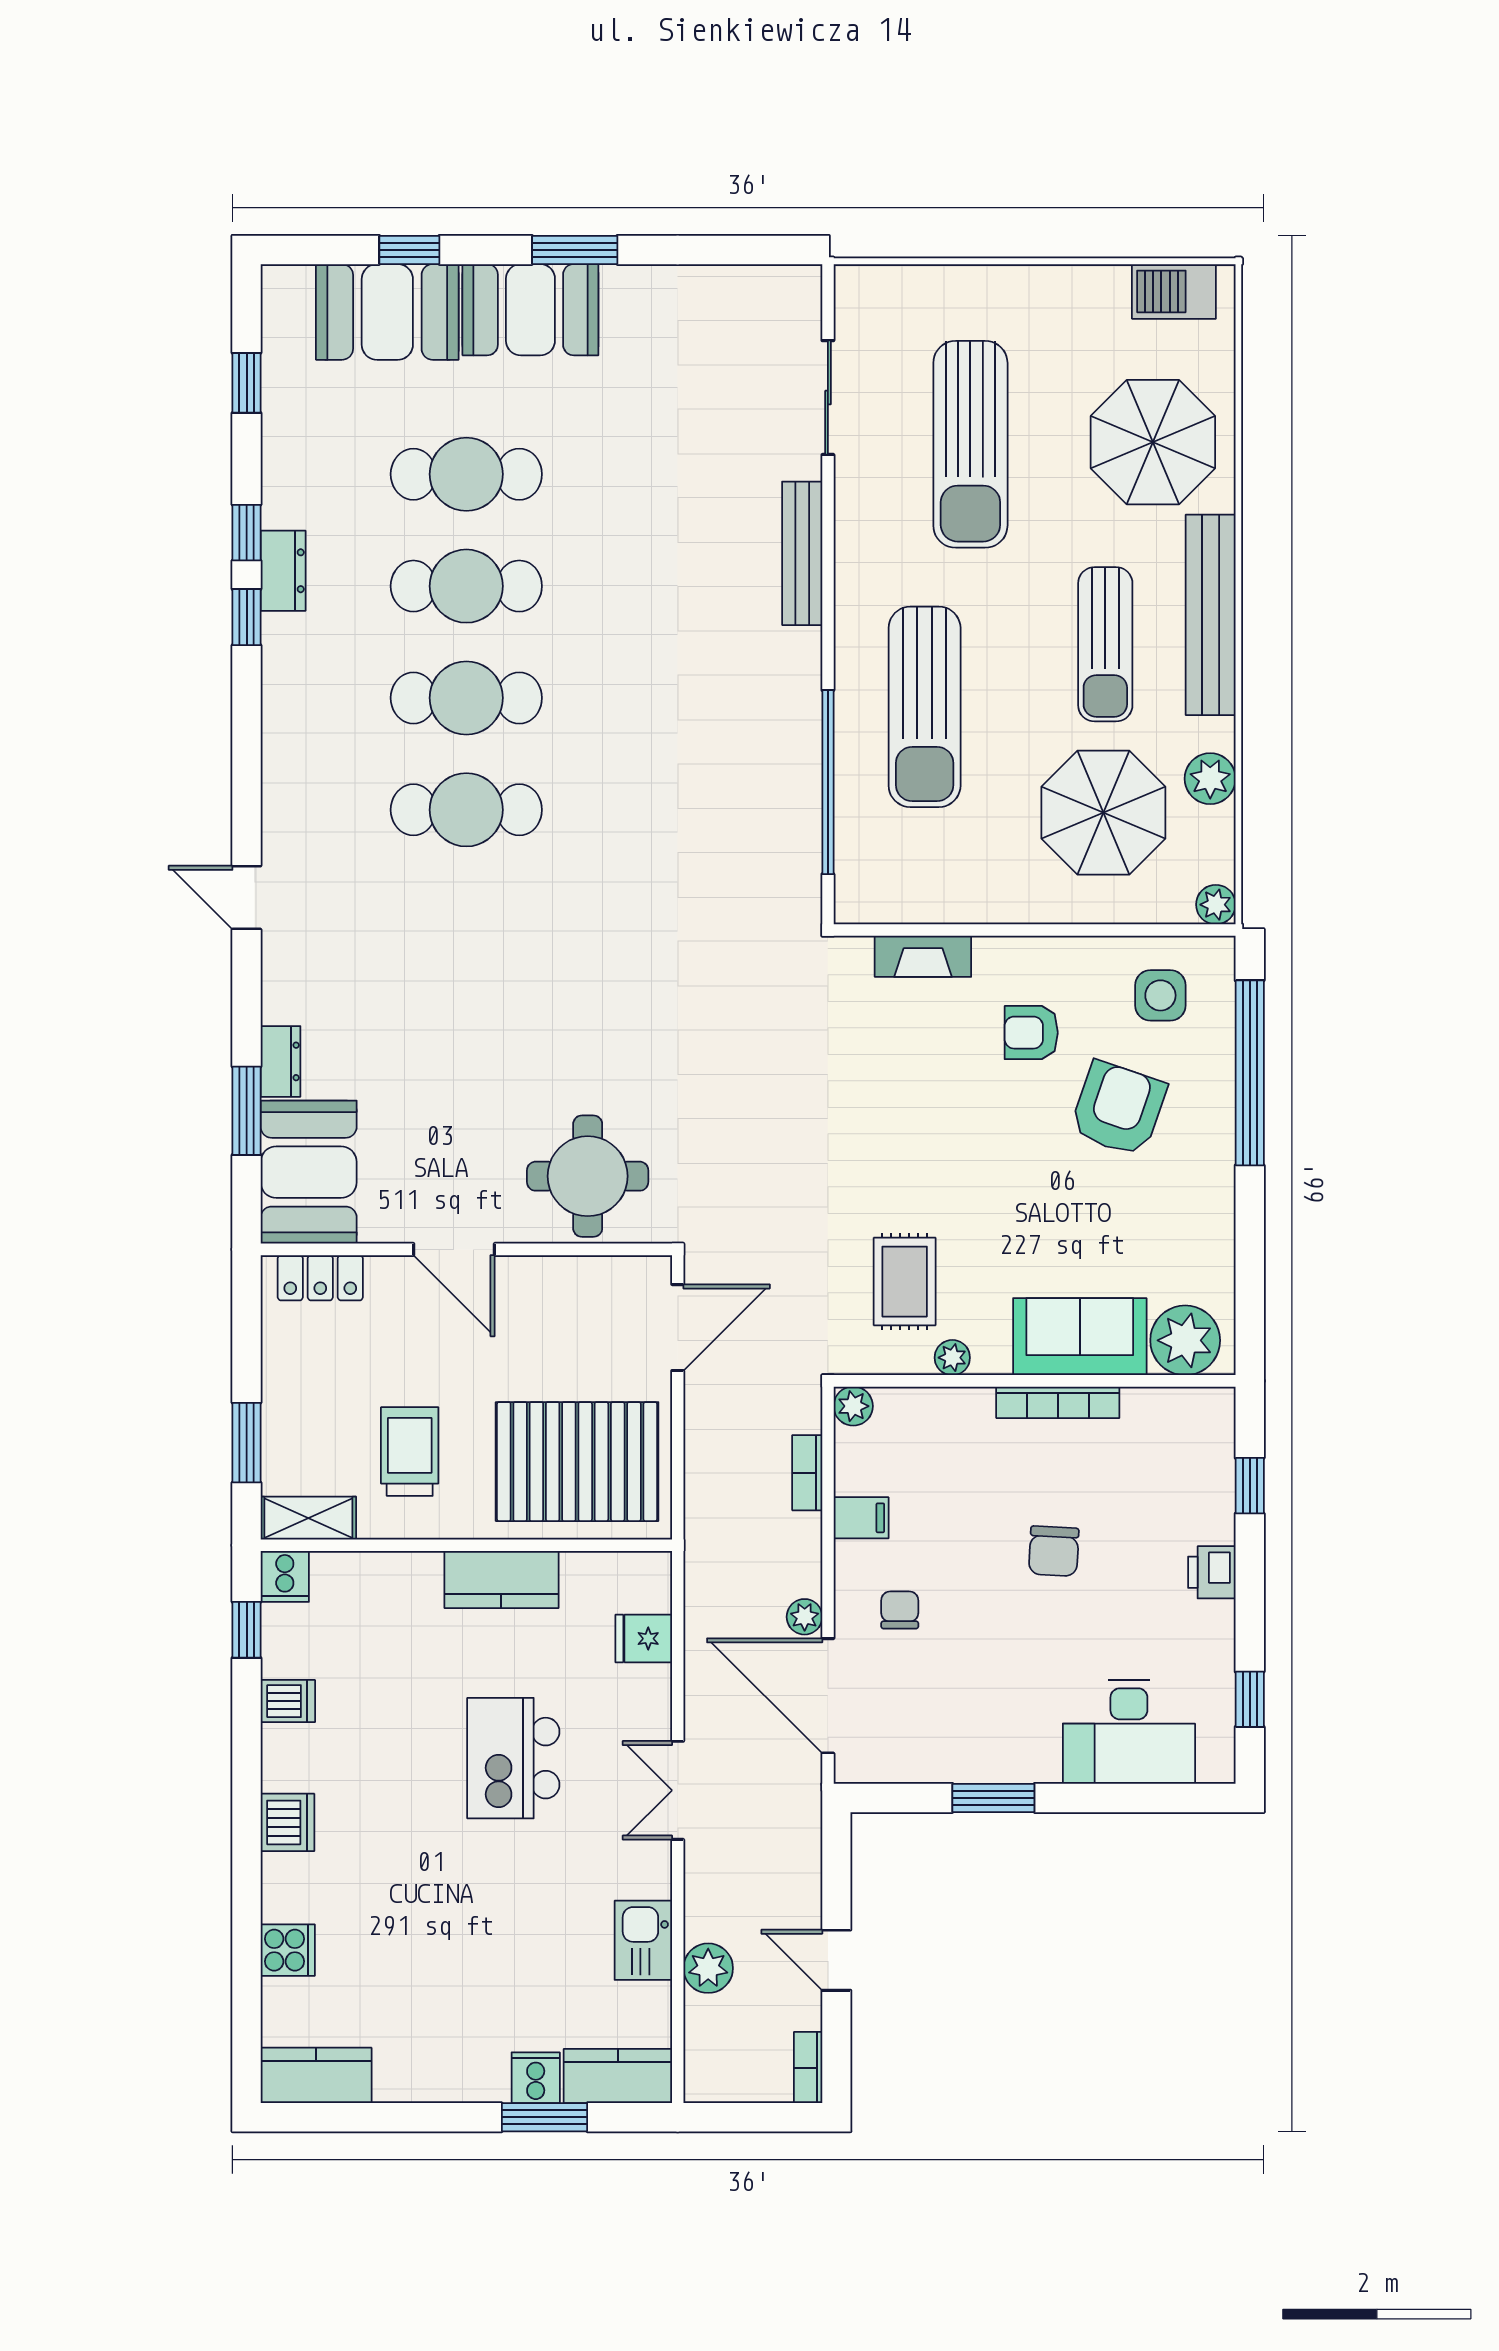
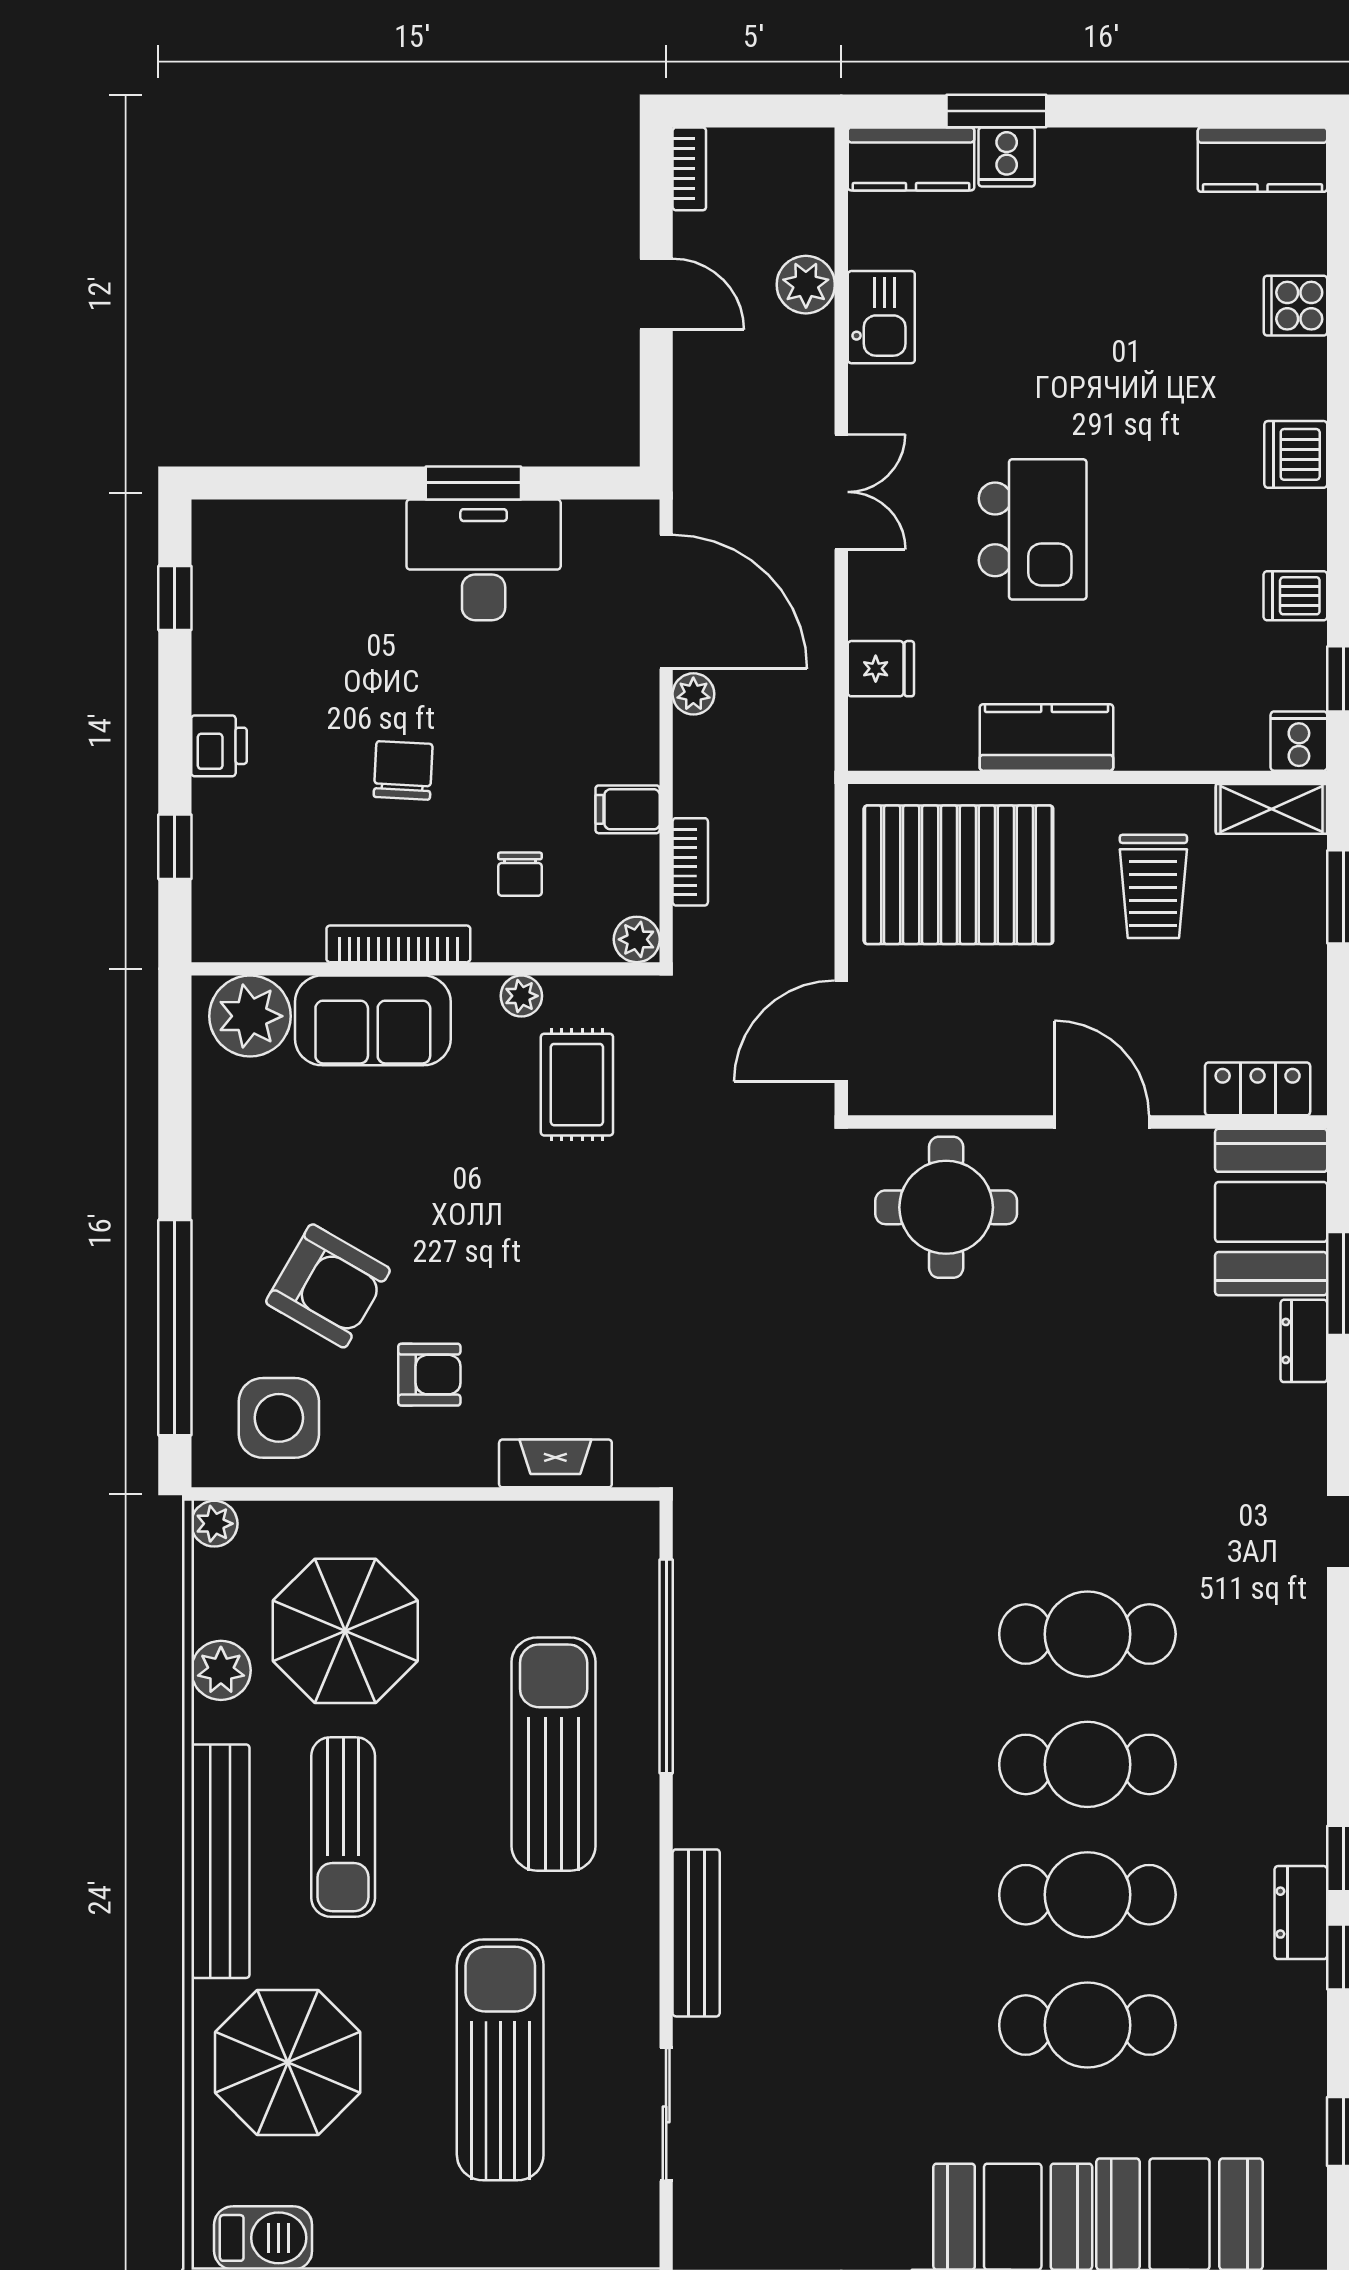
sun lounger: (1105, 644) -> (343, 1827), turned 180
side table: (1160, 995) -> (279, 1418), width x1.37, depth x1.37
armchair: (1118, 1109) -> (328, 1286), turned -79
chair: (900, 1610) -> (520, 874), moved
desk: (1129, 1732) -> (484, 560), moved

